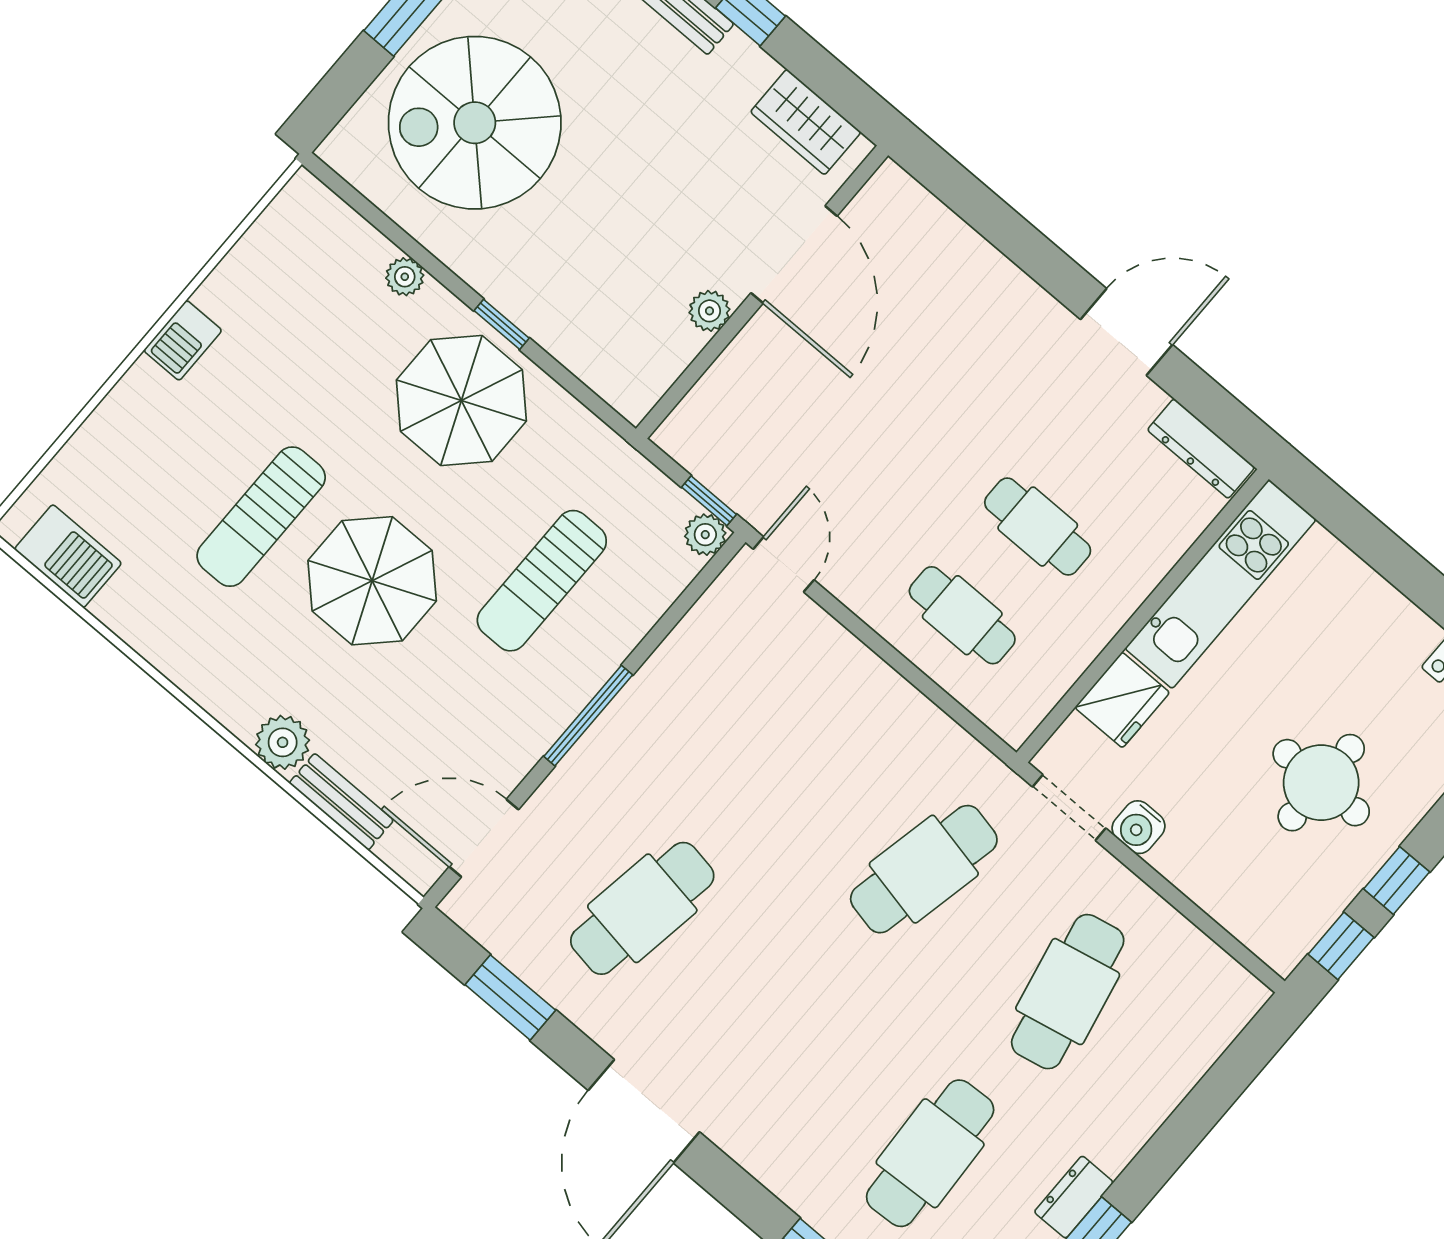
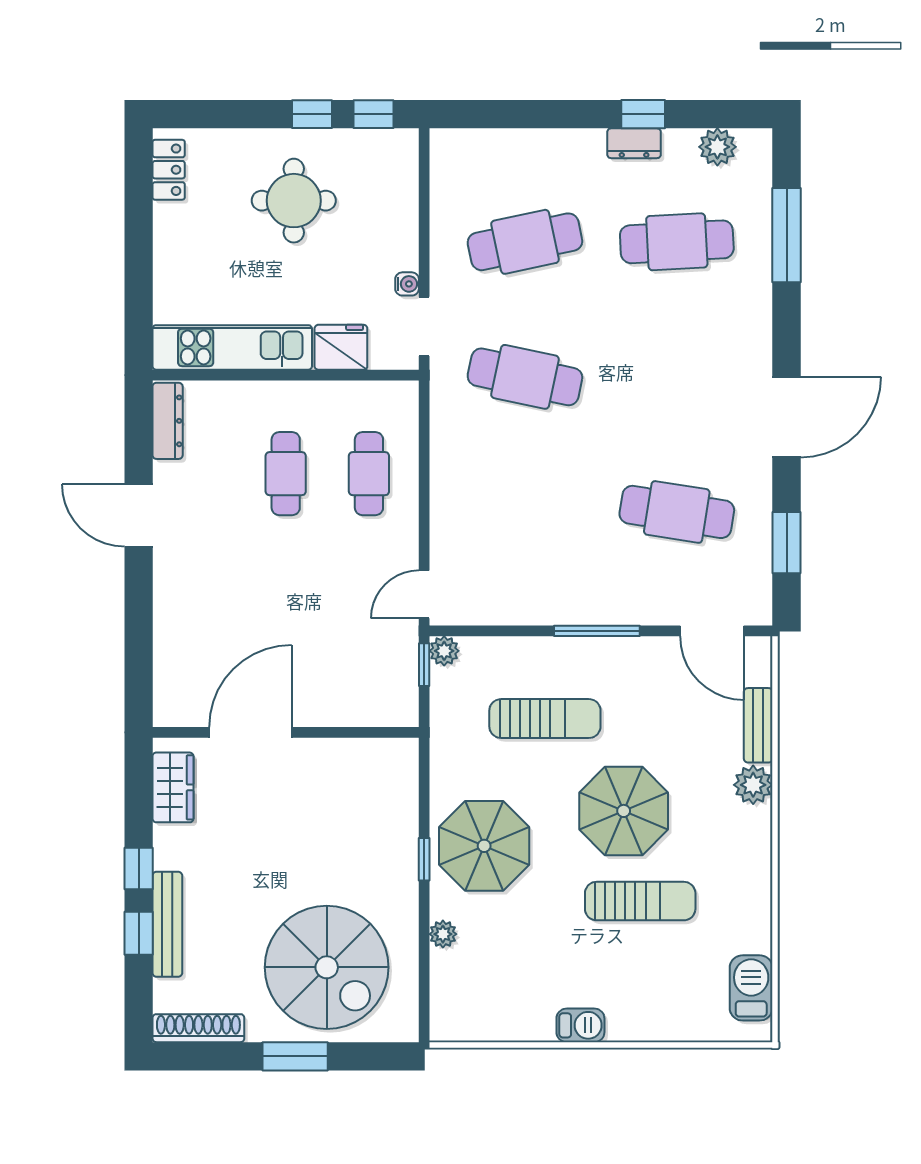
plant: (709, 311) -> (320, 752), removed
water cooler: (1139, 827) -> (407, 284), width x0.72, depth x0.72

